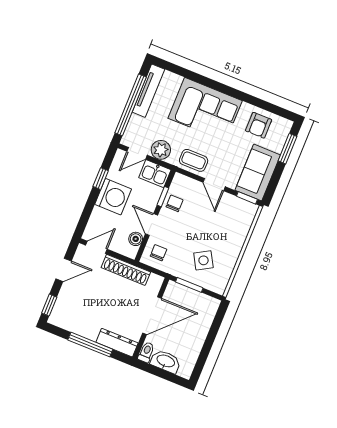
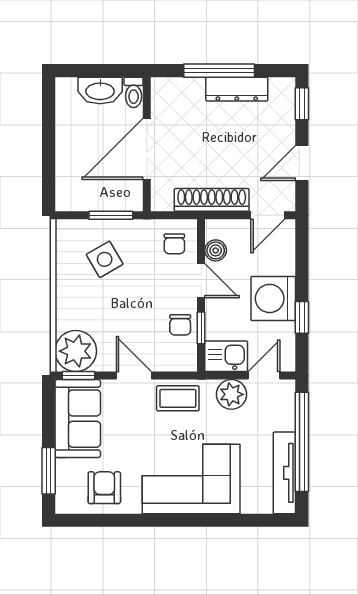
plant: (243, 213) -> (76, 351), added
dresser: (117, 343) -> (237, 89), moved

